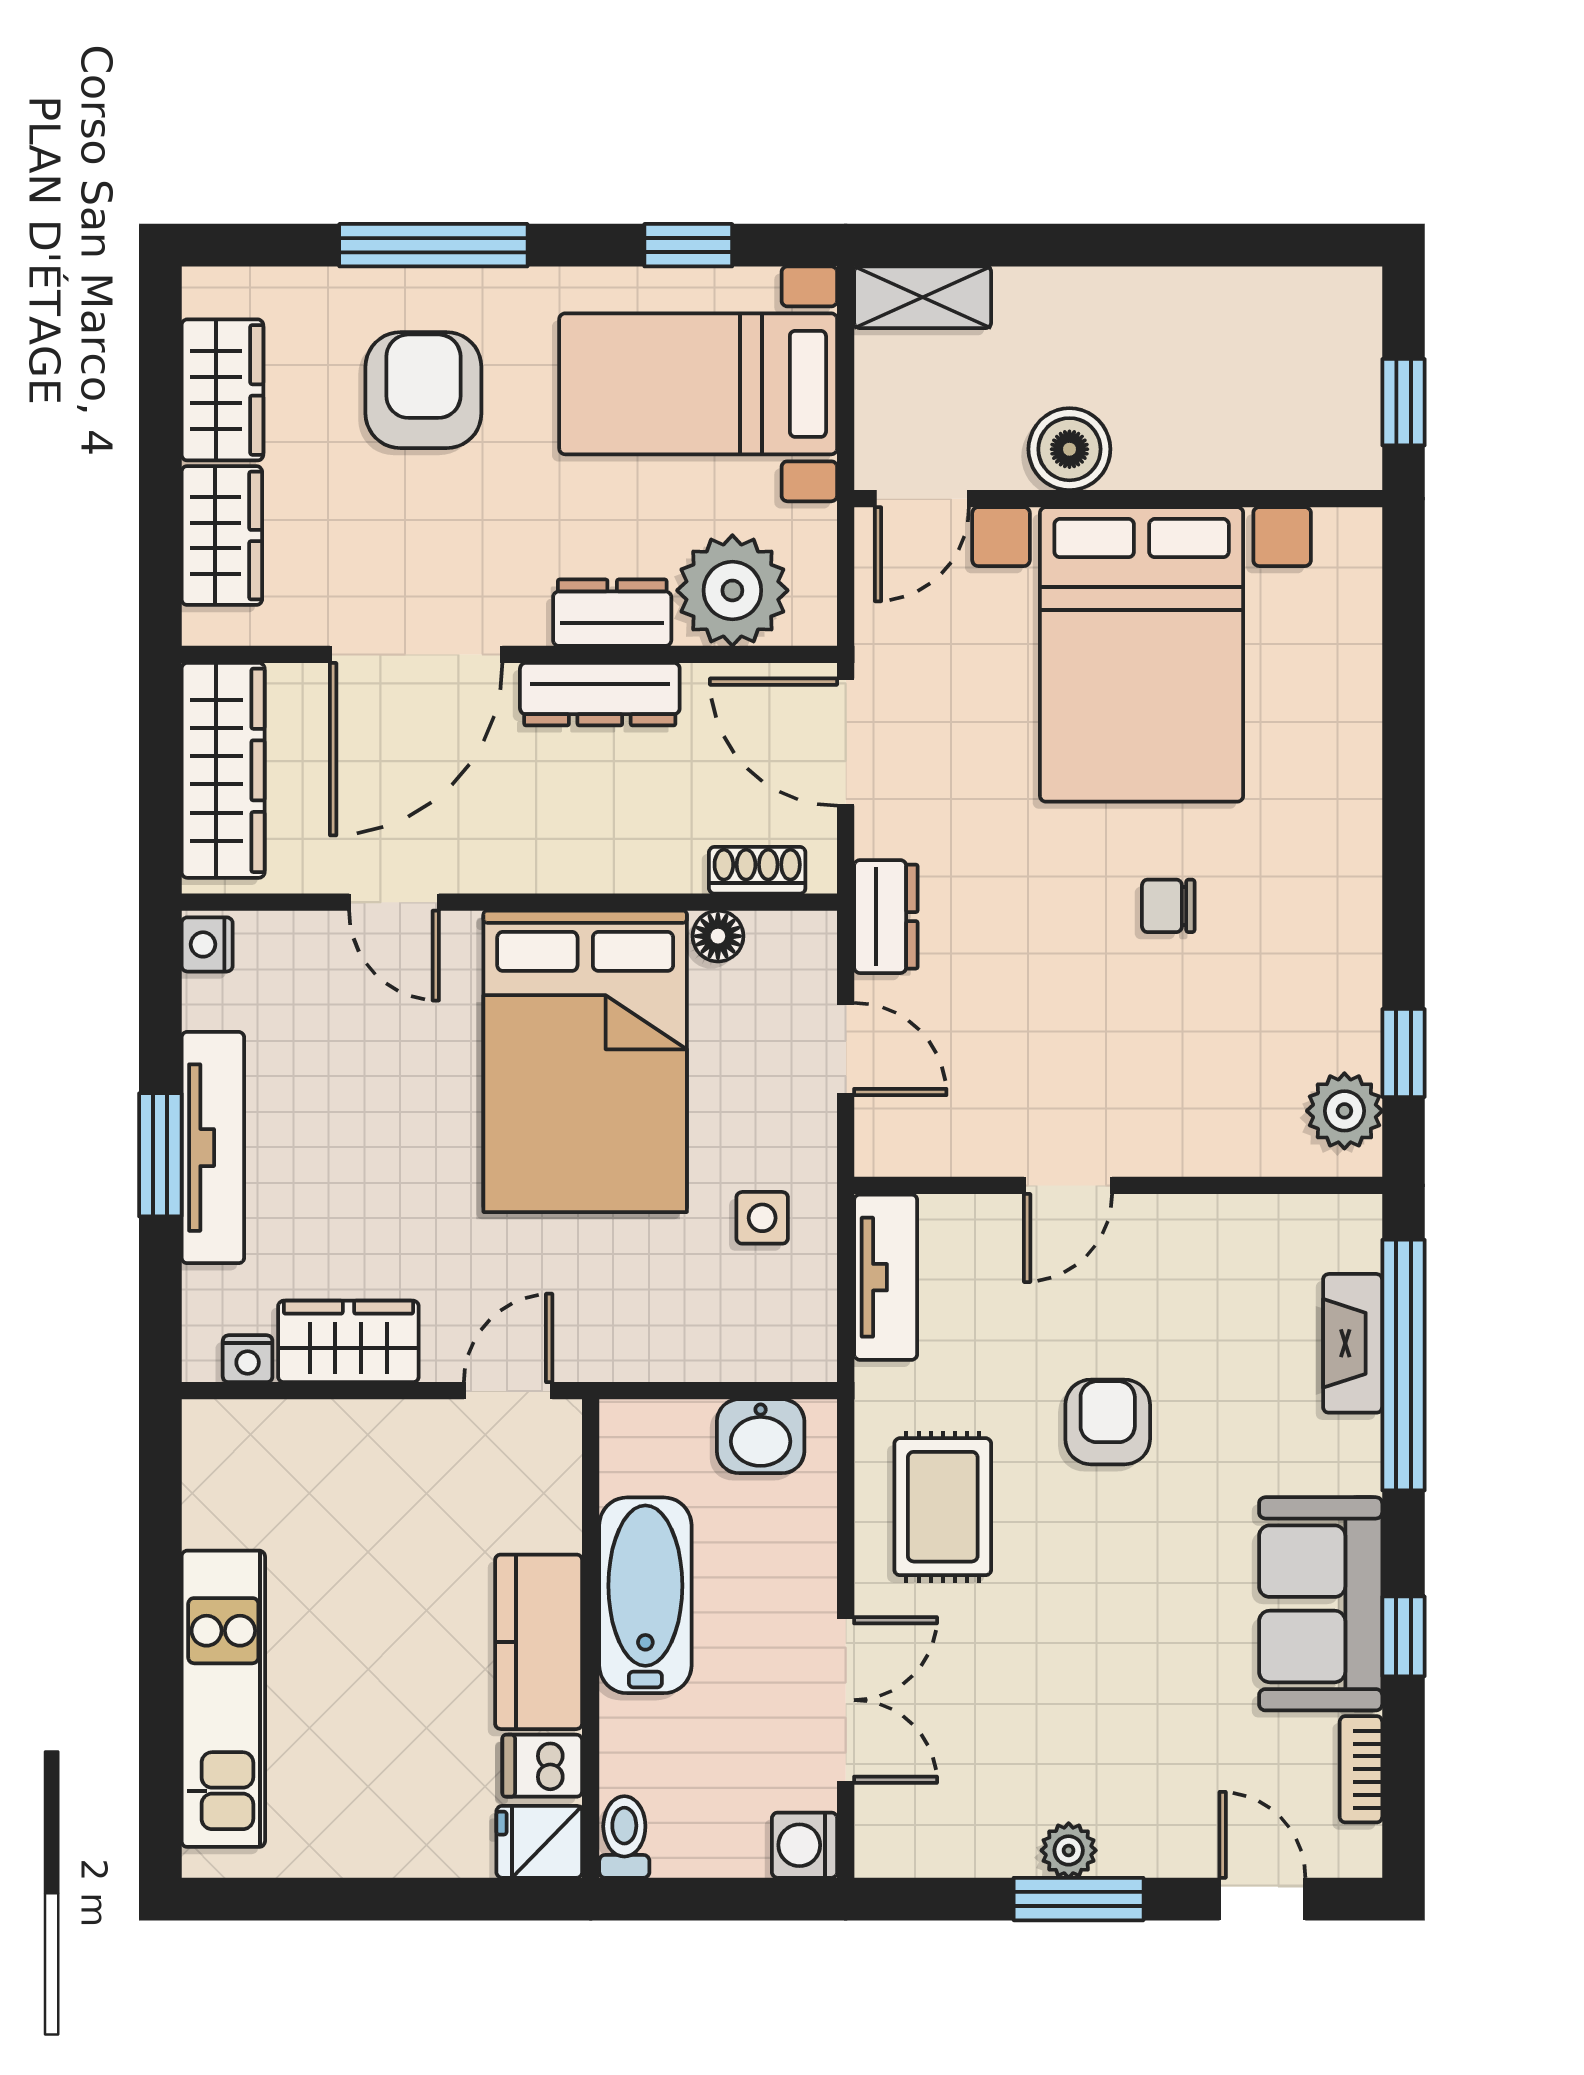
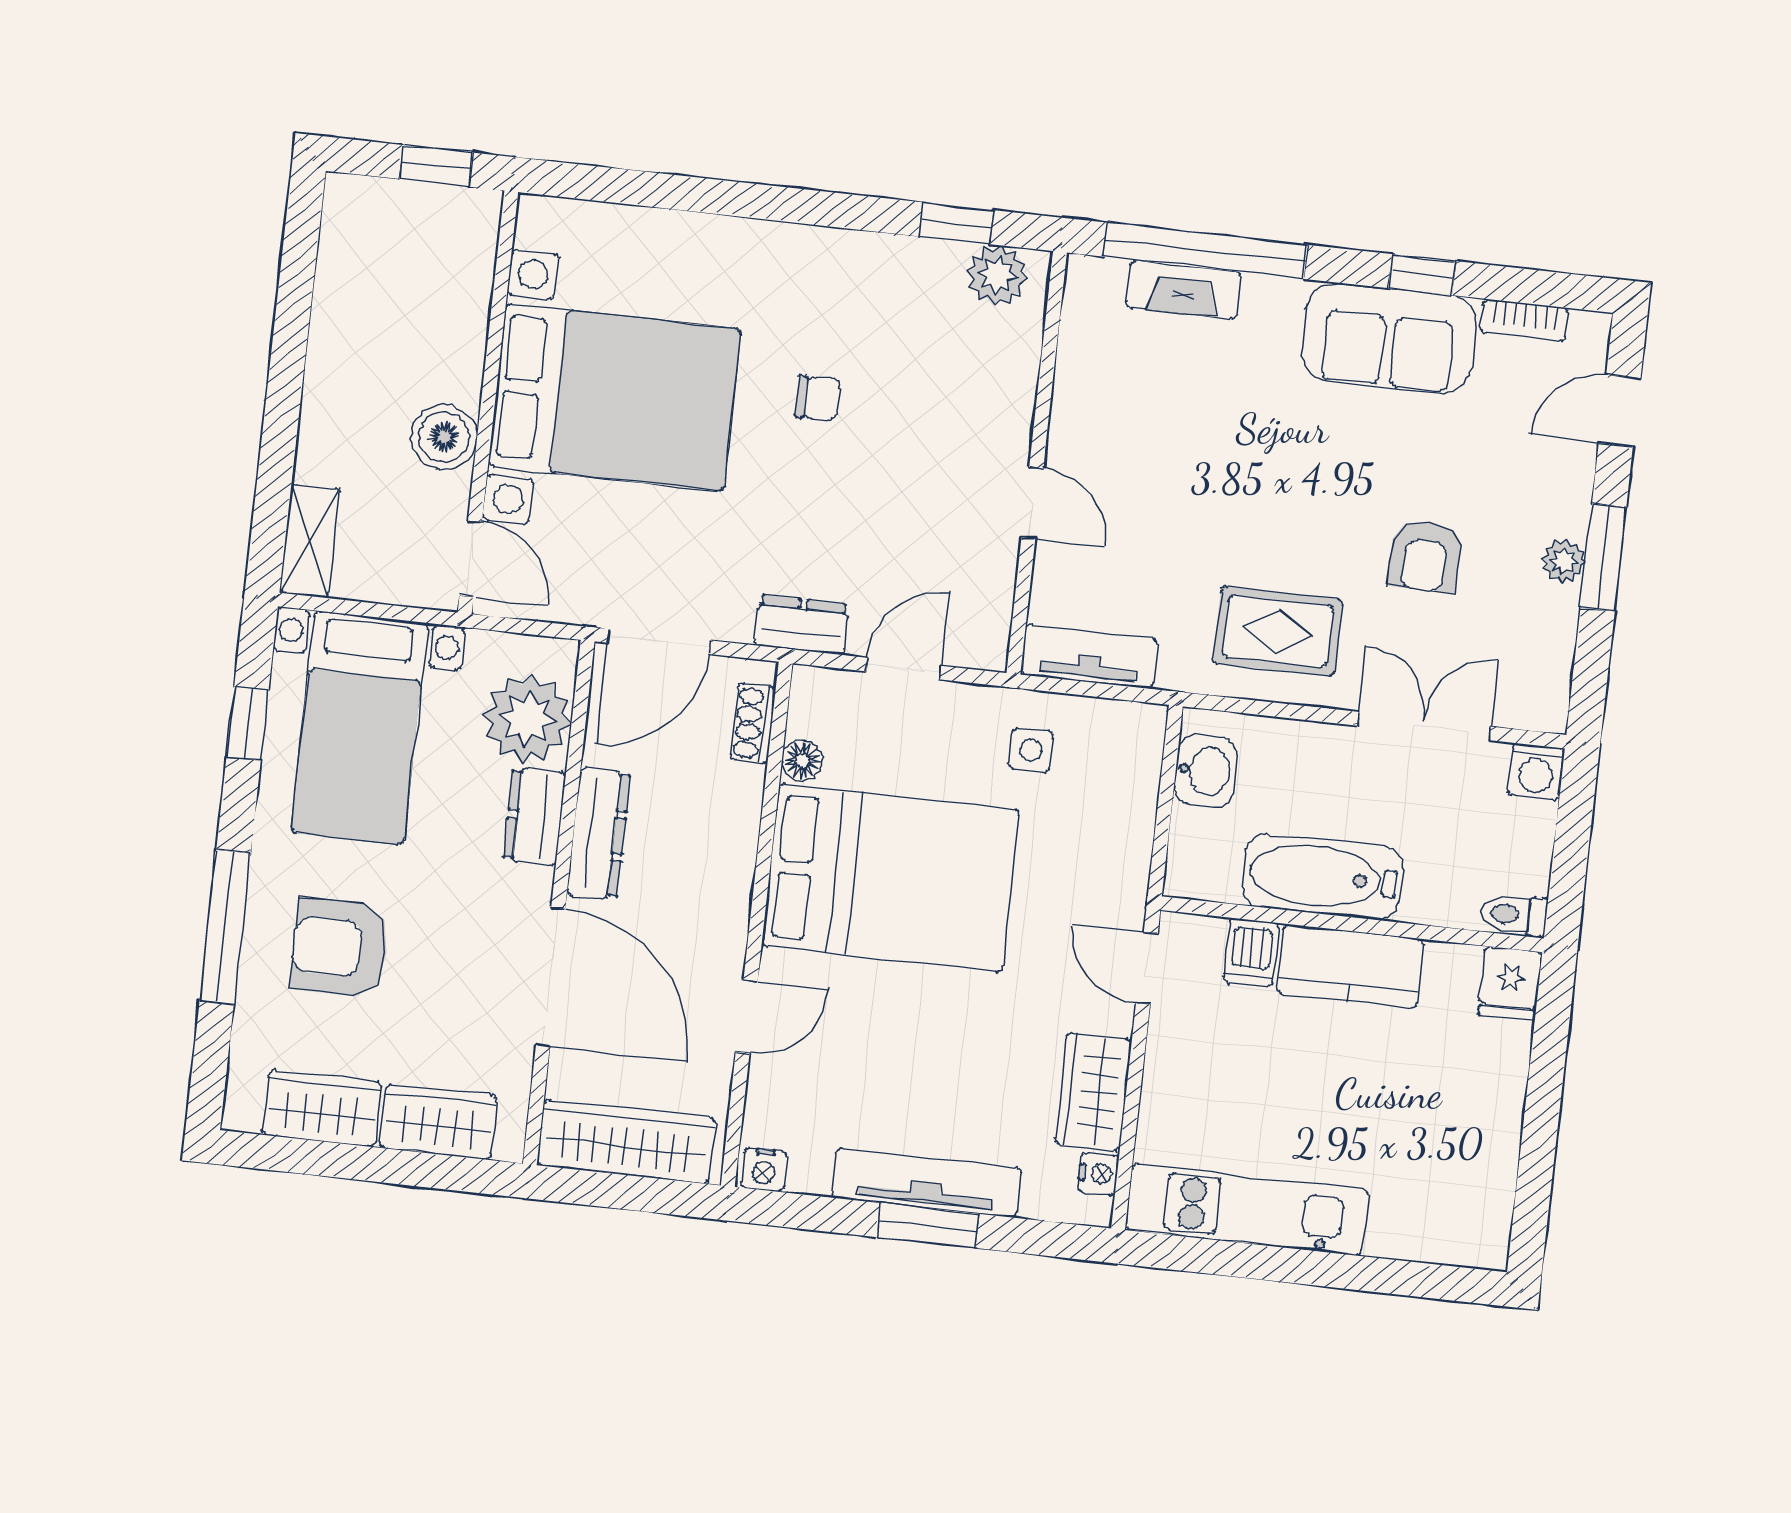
chair: (1168, 906) -> (818, 398), turned -90
armchair: (1108, 1422) -> (1425, 556), moved, turned -89
kitchen unit: (223, 1699) -> (1247, 1210), moved
dishwasher: (542, 1766) -> (1251, 952), moved

